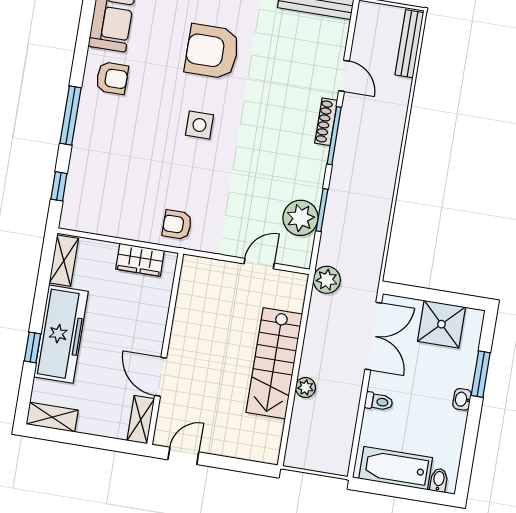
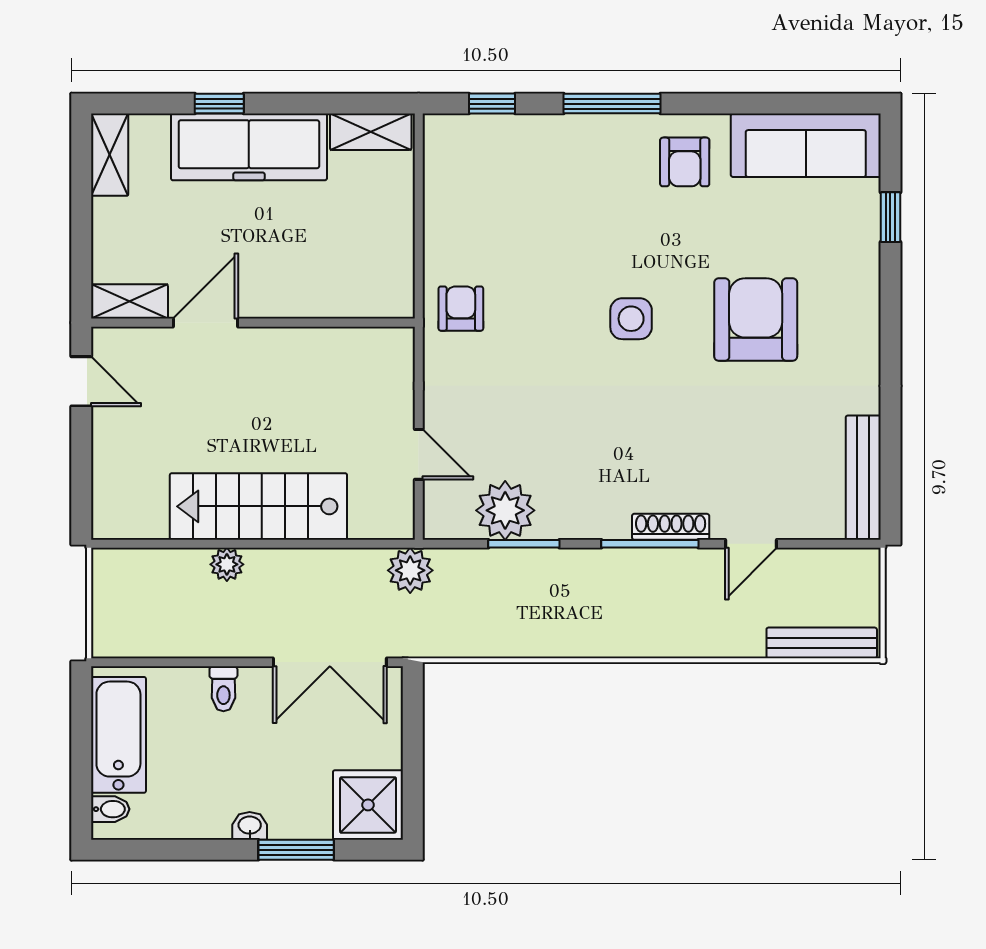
wardrobe: (140, 260) -> (393, 257), removed
shower: (442, 324) -> (368, 805), moved

